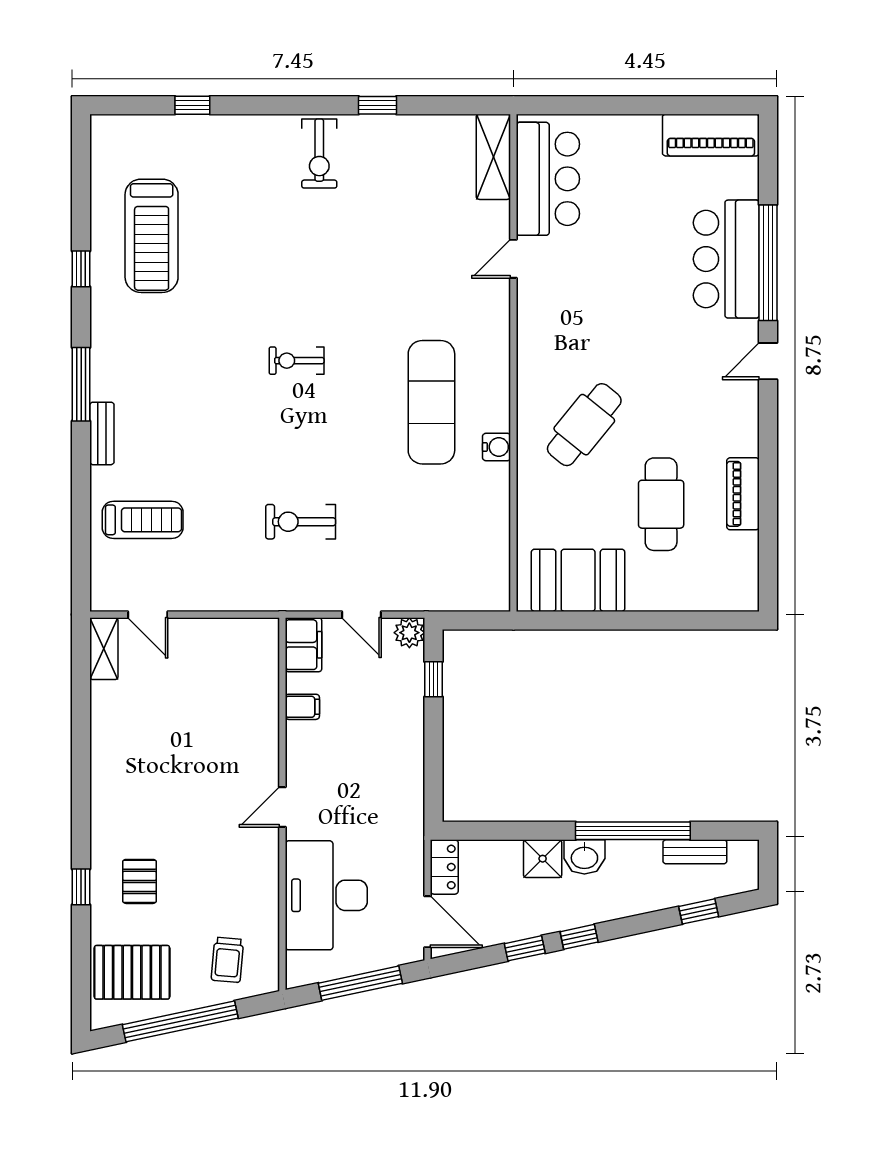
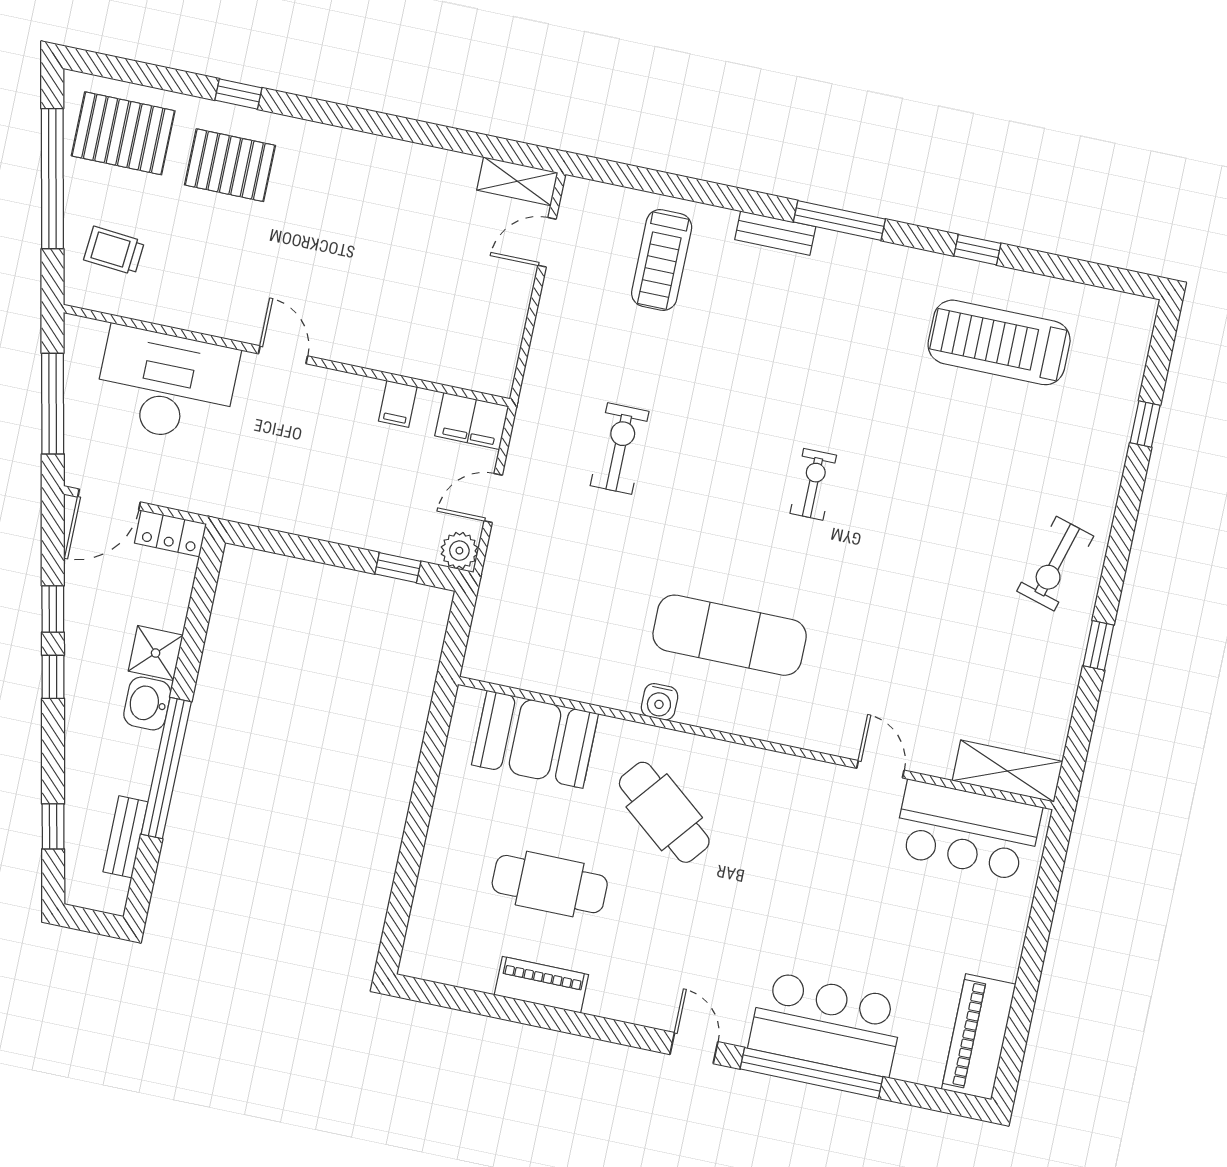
exercise bike: (319, 154) -> (1055, 564), turned -74
booth: (578, 580) -> (535, 739), moved, turned 90
pallet: (140, 881) -> (230, 165), width x1.50, depth x1.42
pallet: (132, 972) -> (123, 133), turned 90

